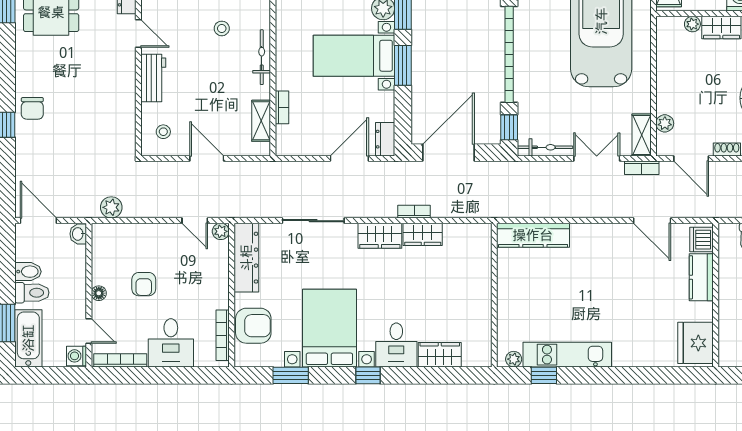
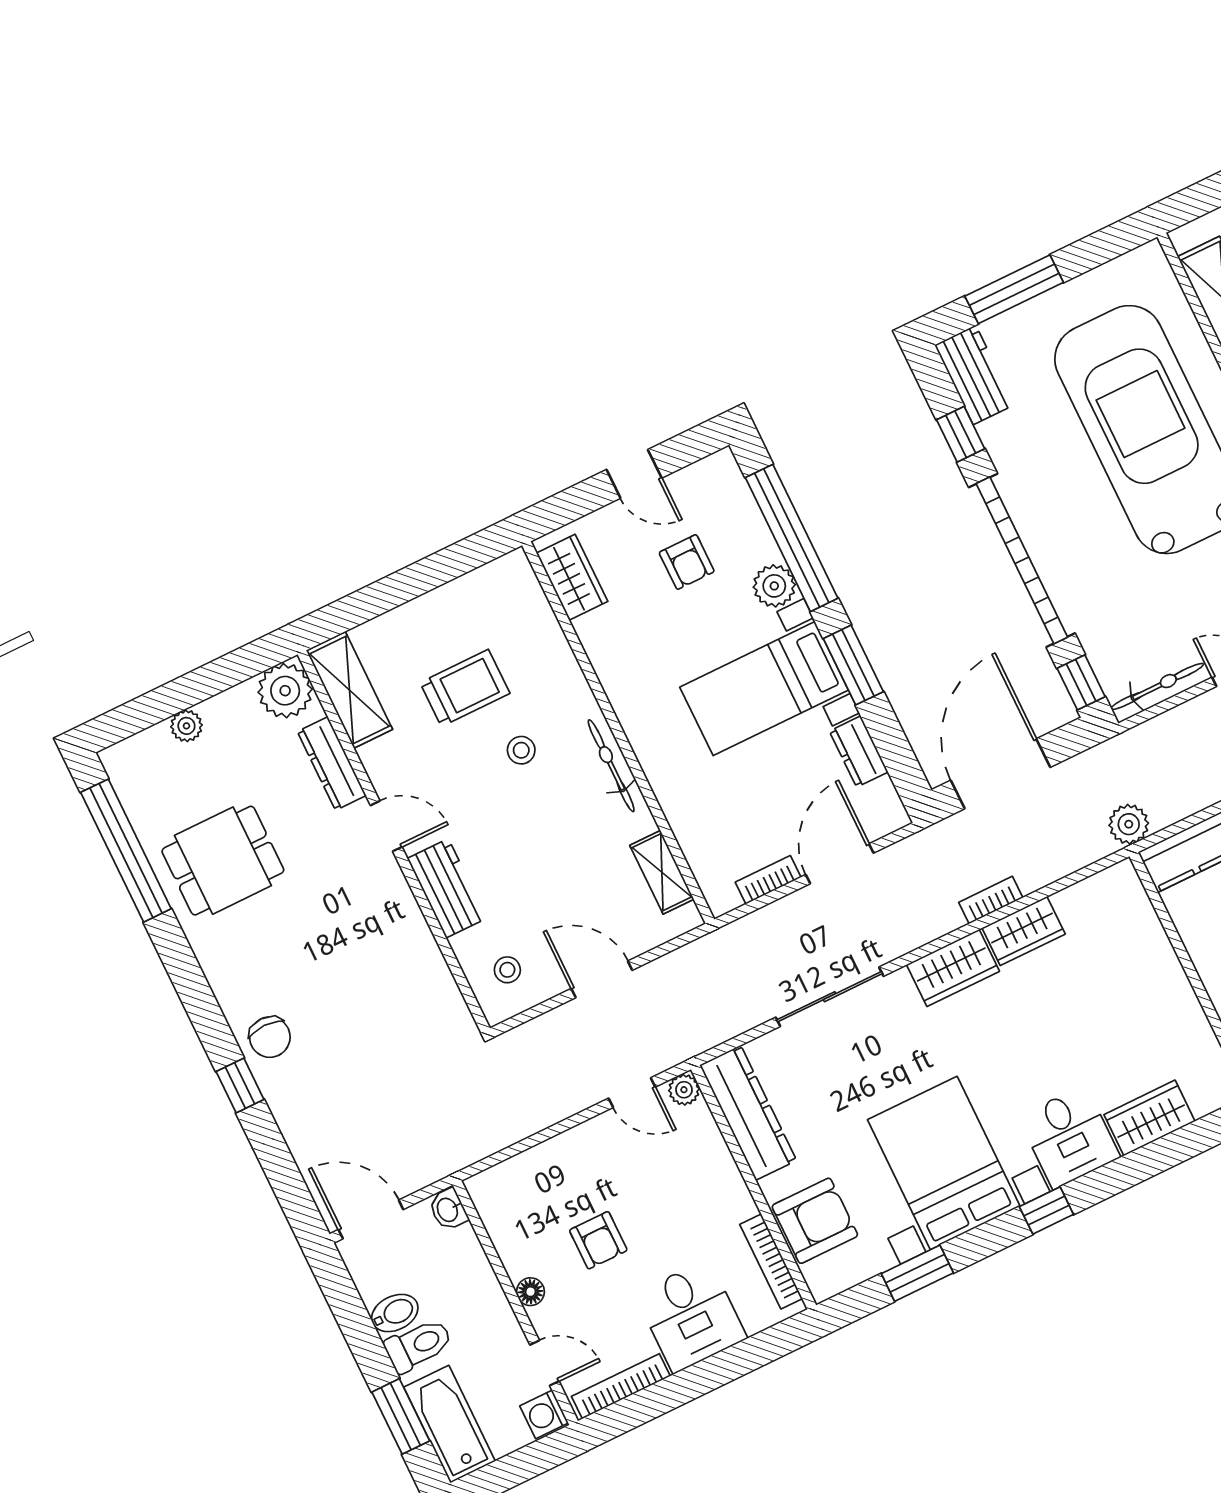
bookcase: (282, 107) -> (768, 880), moved, turned -90
dresser: (385, 139) -> (859, 752), moved
plant: (111, 207) -> (1129, 824), moved

